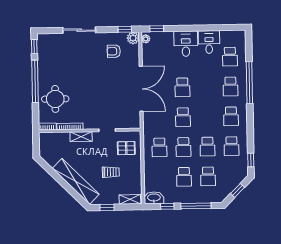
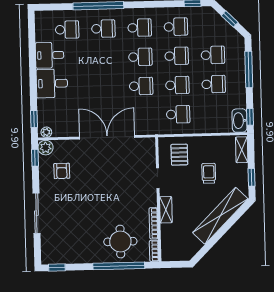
window: (35, 81) -> (119, 266), moved
school desk: (182, 87) -> (140, 57), moved
window: (167, 206) -> (250, 117), moved

